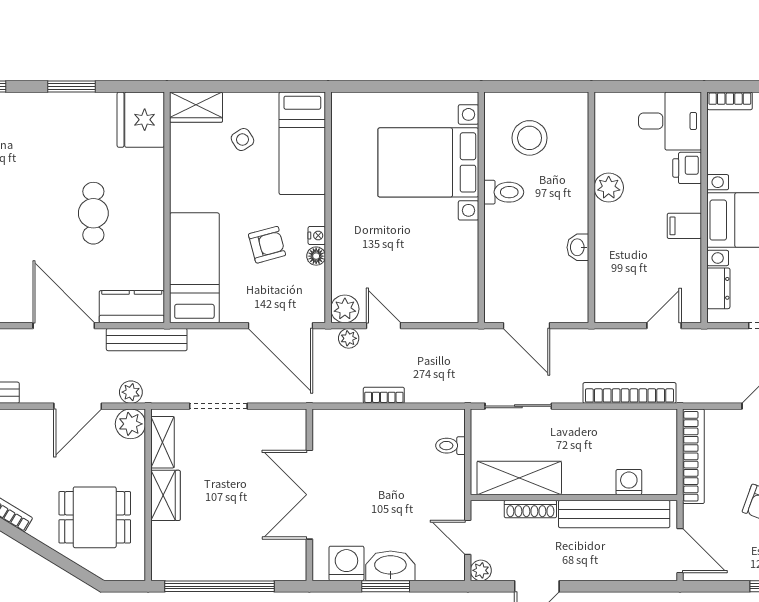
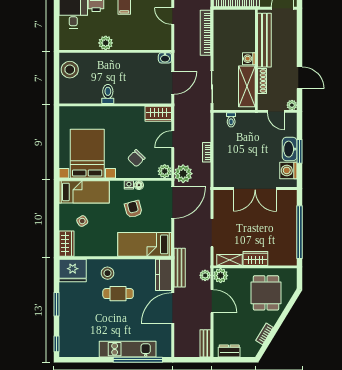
stool: (530, 138) -> (70, 70), moved
bed with nightstands: (428, 162) -> (87, 154), moved, turned 180
stool: (135, 191) -> (107, 273), added
washbasin: (578, 247) -> (165, 58), moved
chair: (372, 251) -> (136, 158), added
wardrobe: (463, 296) -> (158, 114), added
door: (383, 326) -> (173, 139), moved
plant: (349, 338) -> (183, 174), width x1.87, depth x1.87
washing machine: (629, 482) -> (249, 59), moved
door: (468, 537) -> (276, 111), hinge flipped

